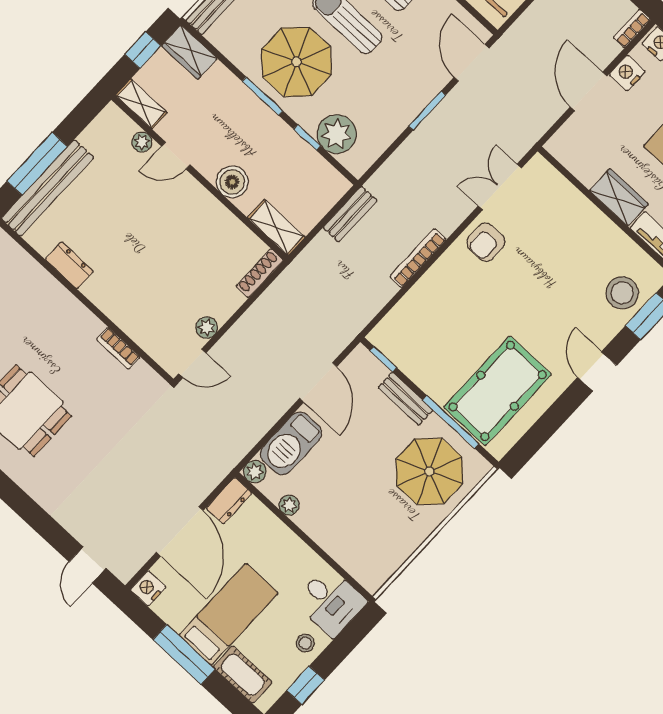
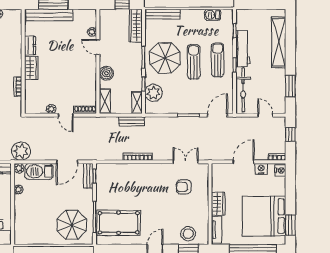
wardrobe: (189, 52) -> (136, 26), width x1.50
shelving: (141, 104) -> (137, 103), moved
armchair: (486, 242) -> (184, 187), moved
wardrobe: (108, 298) -> (31, 68), added
door: (192, 363) -> (66, 115), moved
bench: (406, 399) -> (88, 176), moved
plant: (230, 442) -> (21, 151), added

